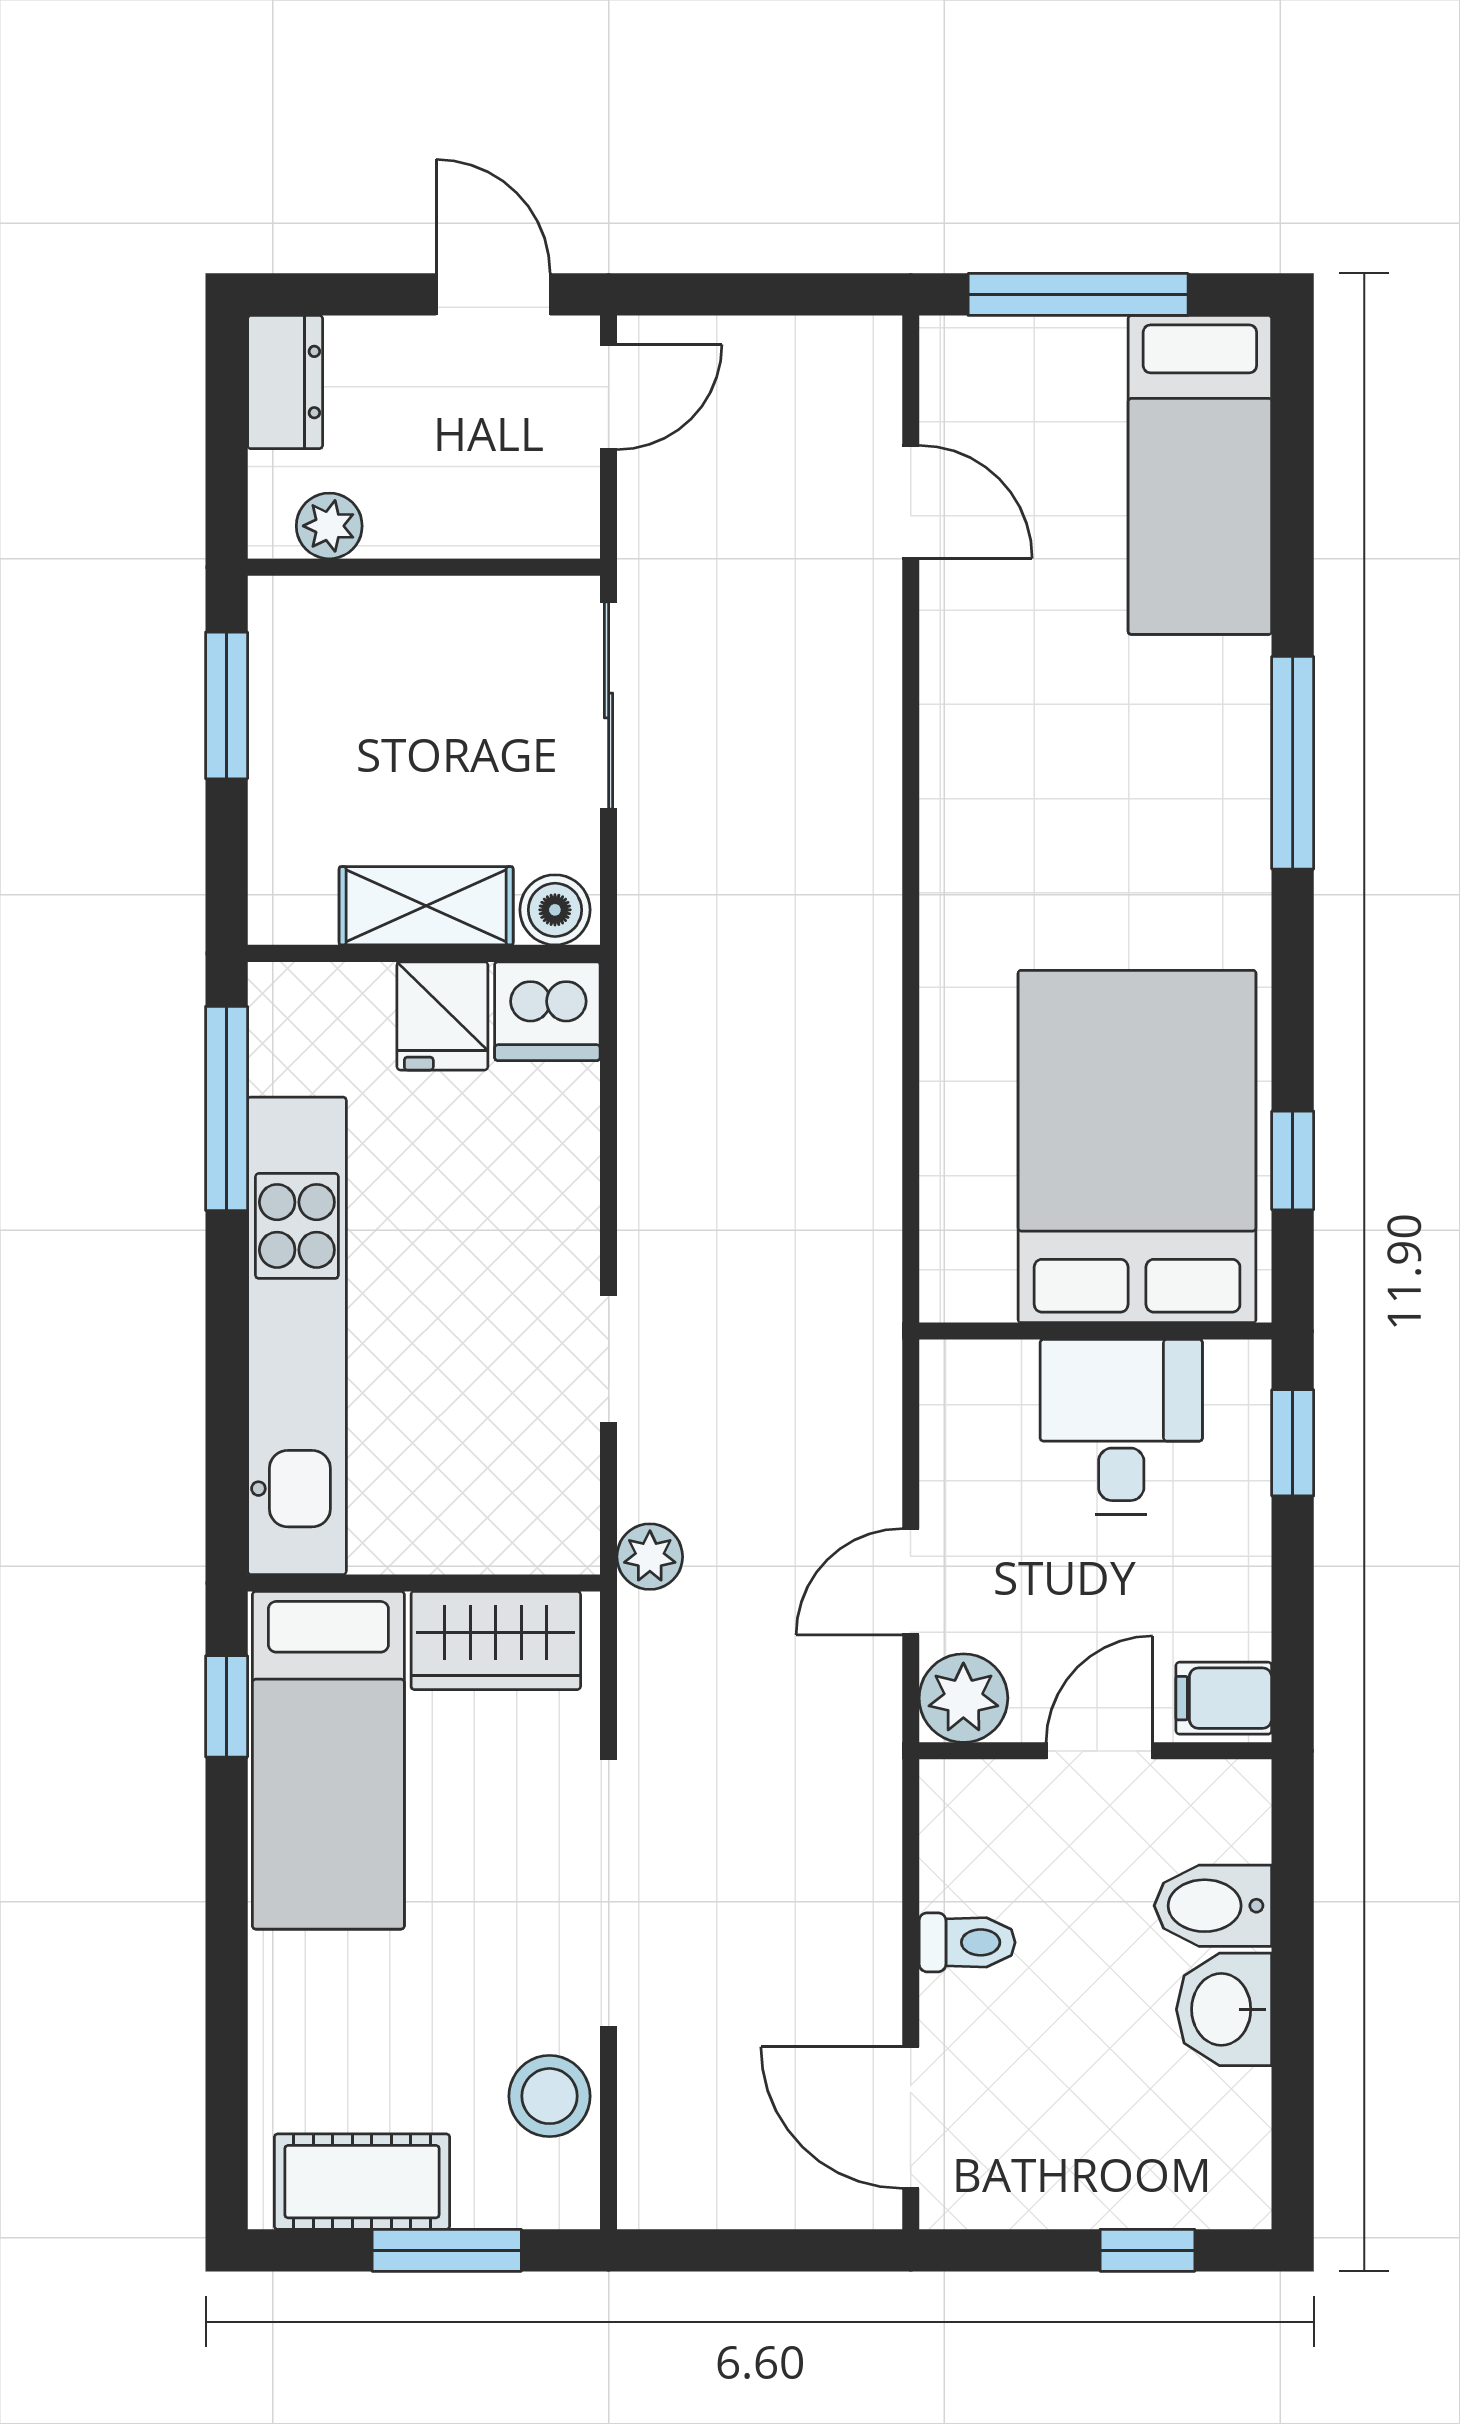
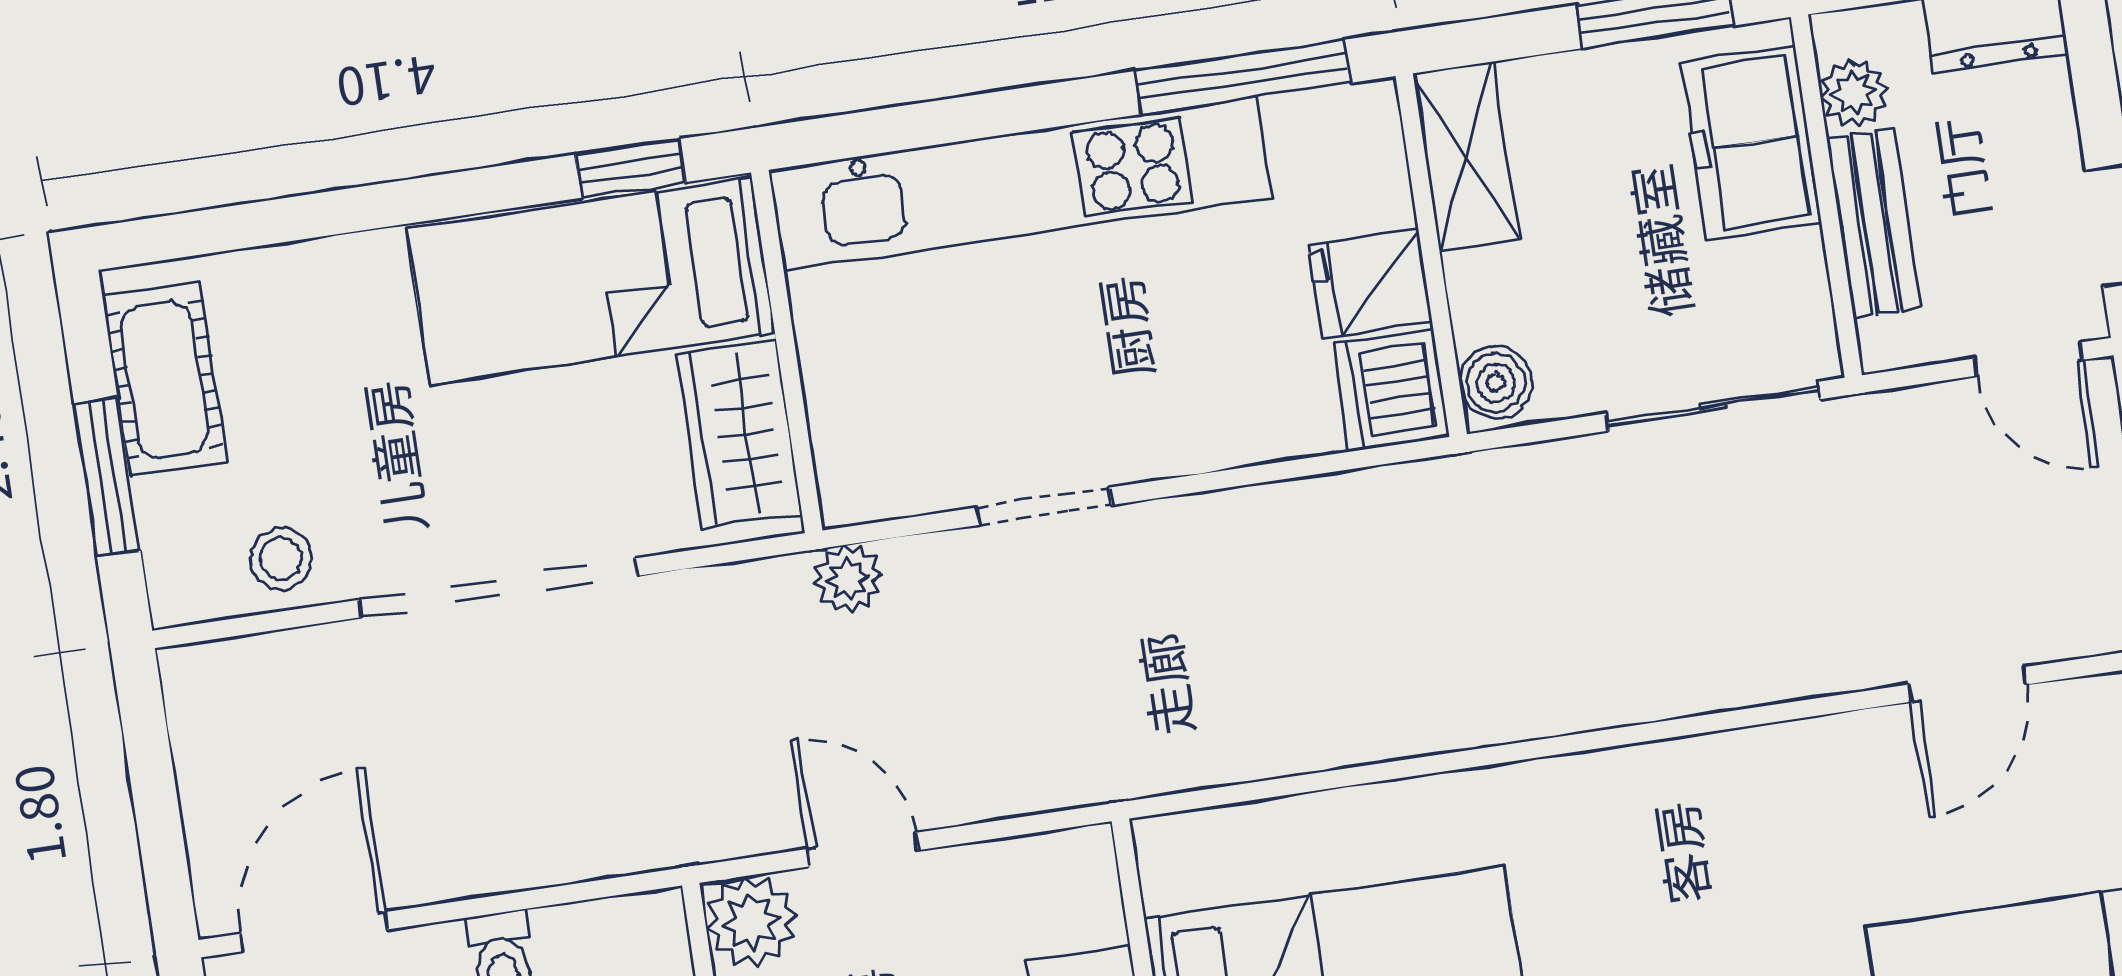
bench: (457, 525) -> (1874, 223), added
freezer: (362, 632) -> (1751, 143), added
shelving: (426, 906) -> (1466, 157), moved
stool: (550, 2096) -> (281, 559), width x0.73, depth x0.73

